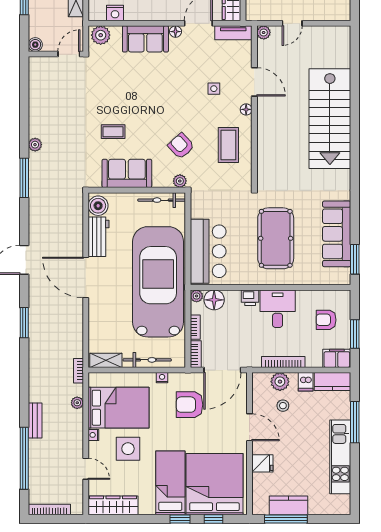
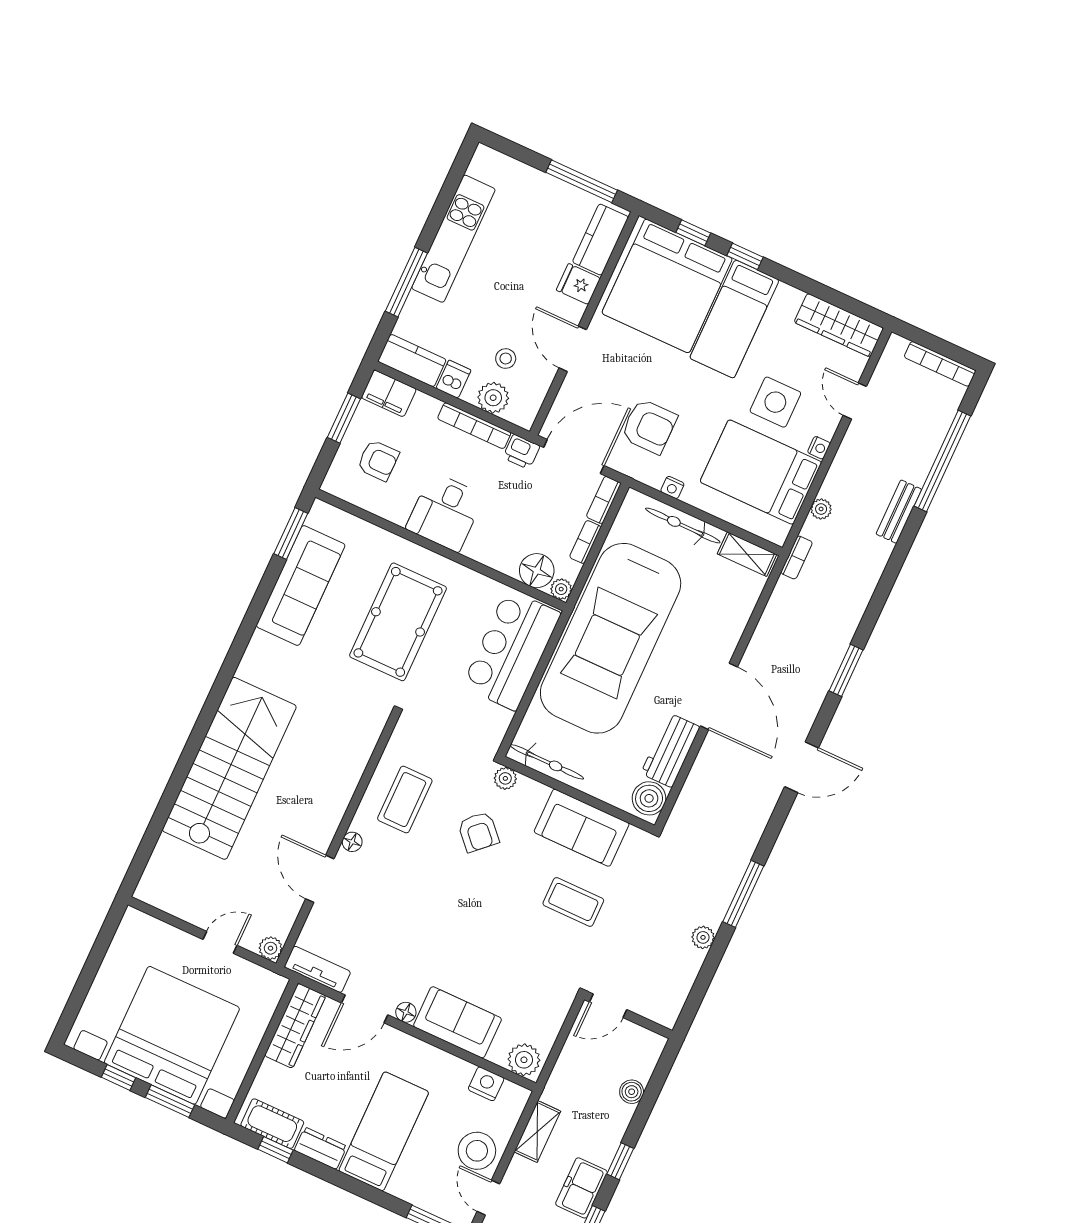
wall: (56, 54) -> (628, 1015), moved
door: (69, 54) -> (608, 1006), moved
side table: (214, 89) -> (387, 897), removed
coffee table: (113, 132) -> (573, 902), width x1.36, depth x1.30
printer: (250, 298) -> (521, 452), moved, turned 180
kitchen counter: (288, 505) -> (600, 240), moved, turned 90

